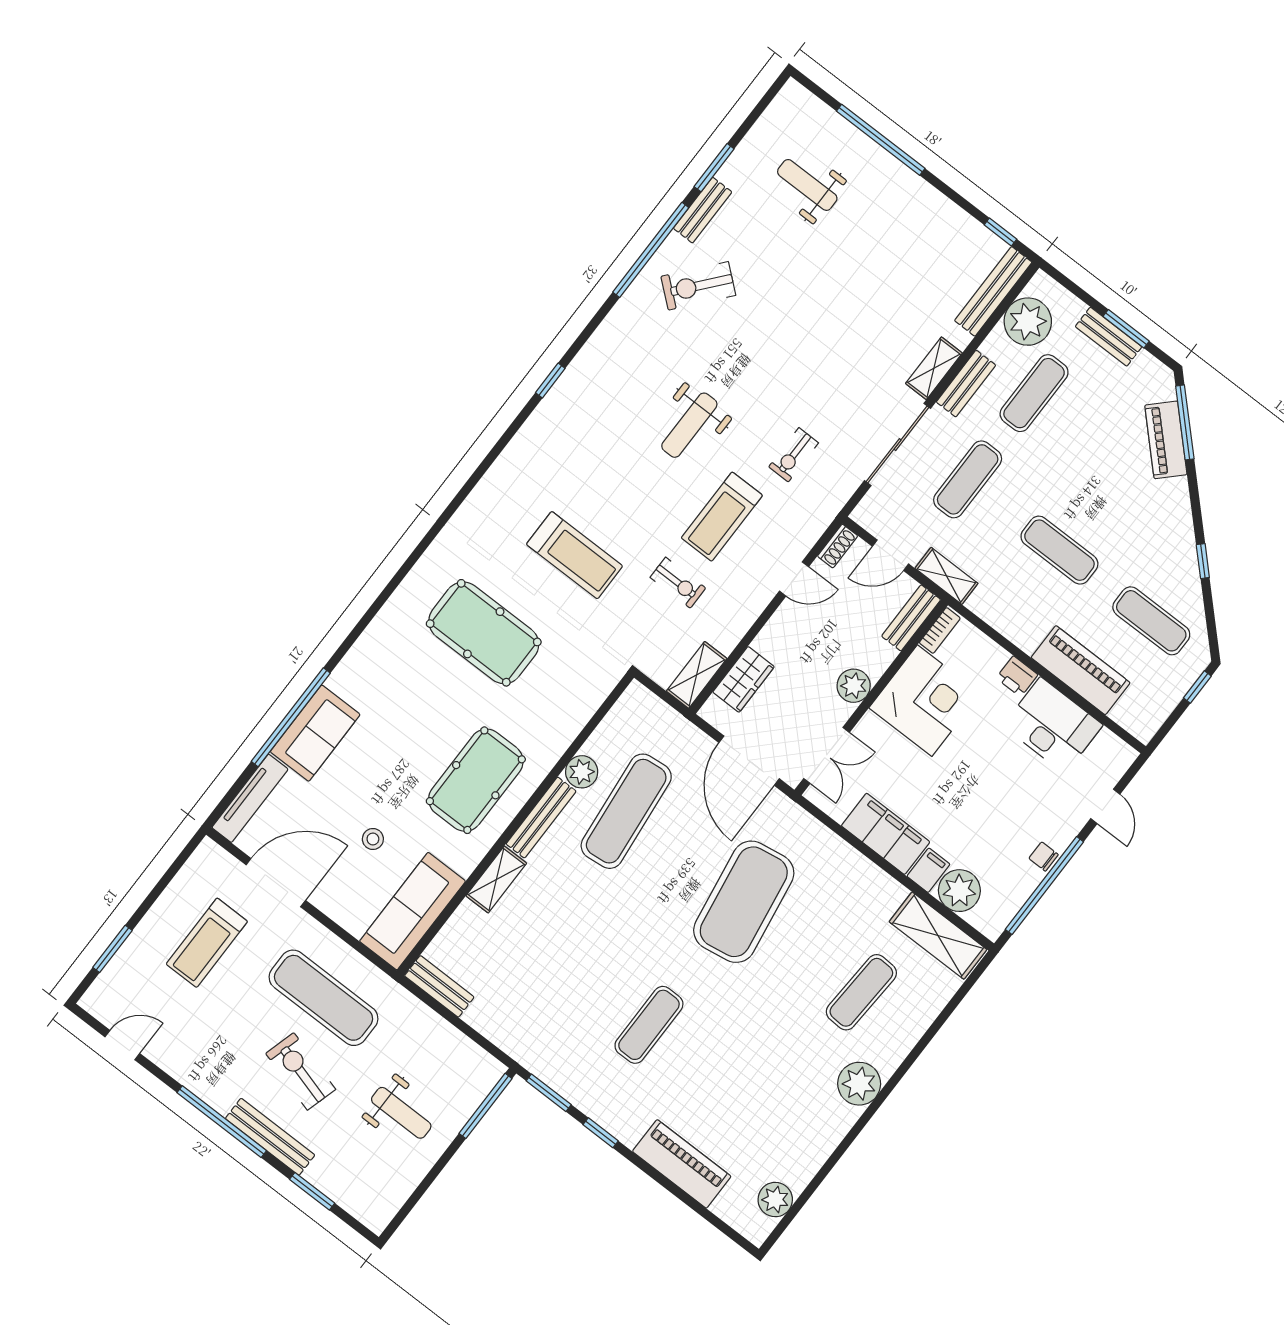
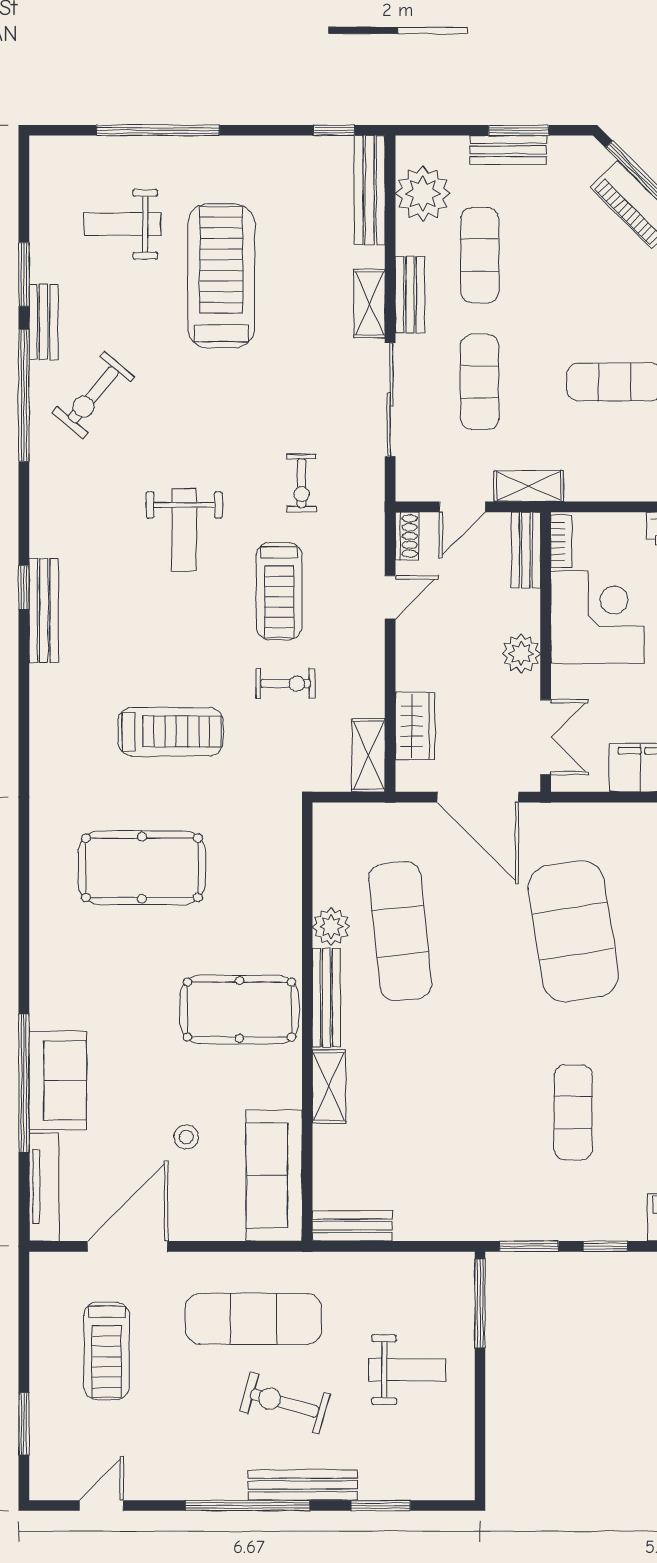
treadmill: (848, 272) -> (221, 276), added
bench: (552, 407) -> (44, 611), added
pool table: (476, 780) -> (239, 1010), turned 90

